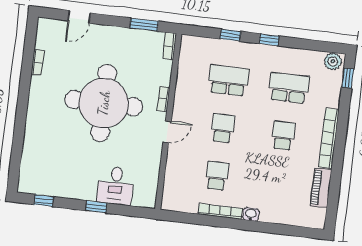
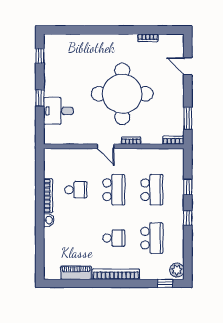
school desk: (223, 128) -> (114, 190), width x1.85

